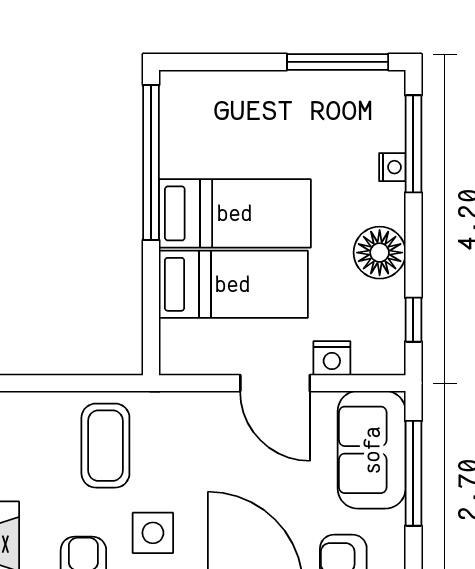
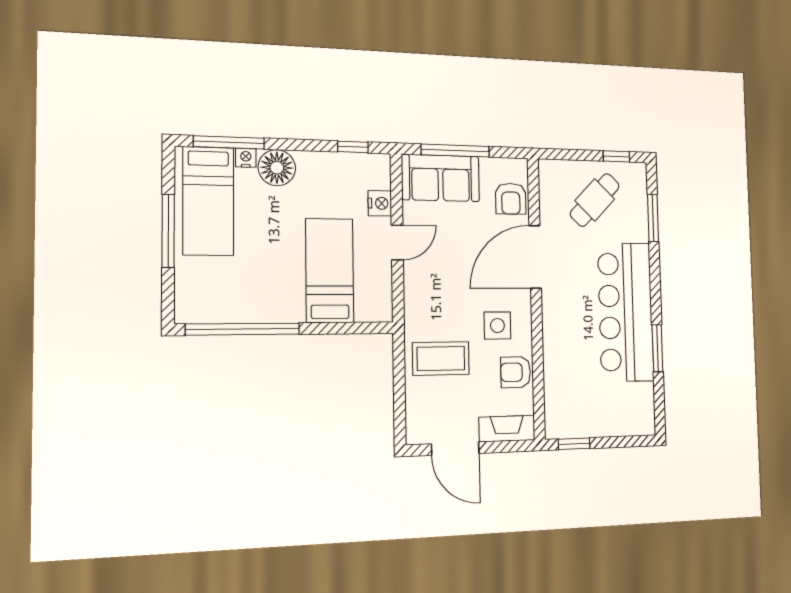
window: (338, 62) -> (168, 231), moved
bed: (235, 213) -> (208, 201), moved, turned 180
floor lamp: (380, 253) -> (277, 168), moved
door: (275, 383) -> (397, 242), width x0.73

